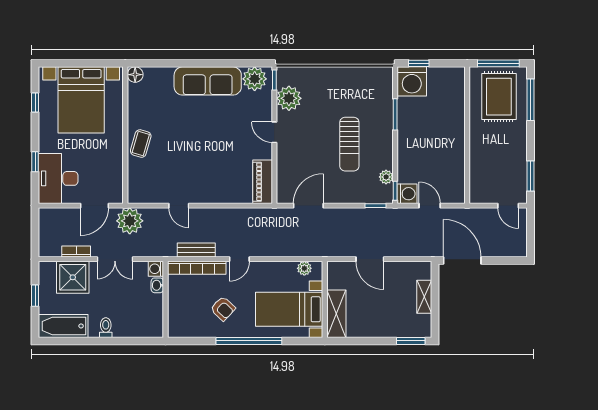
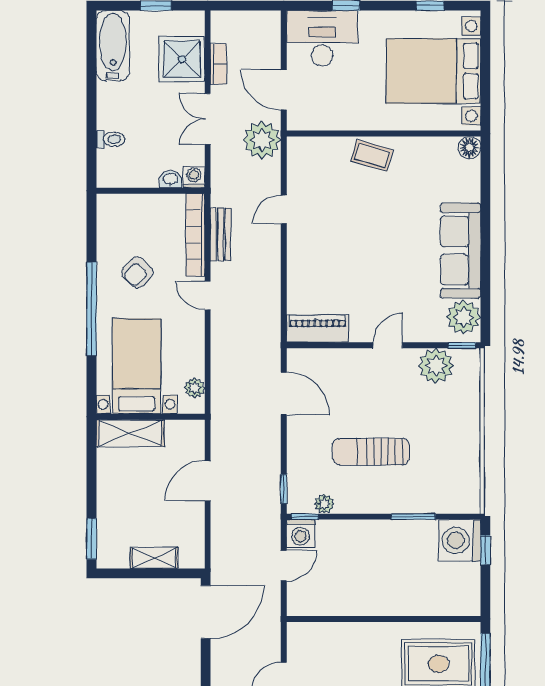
toilet: (106, 328) -> (110, 139), moved

